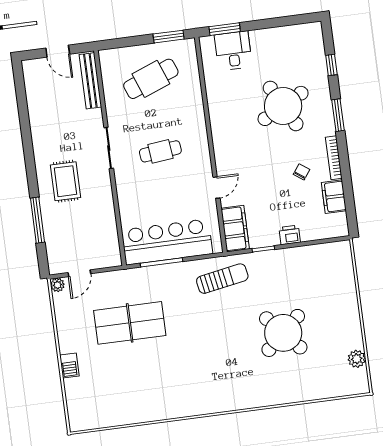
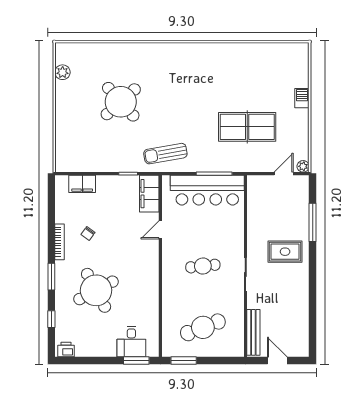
rug: (65, 181) -> (285, 252), turned 90
filing cabinet: (334, 197) -> (82, 184), moved, turned 90
printer: (290, 235) -> (66, 350), moved, turned 180

